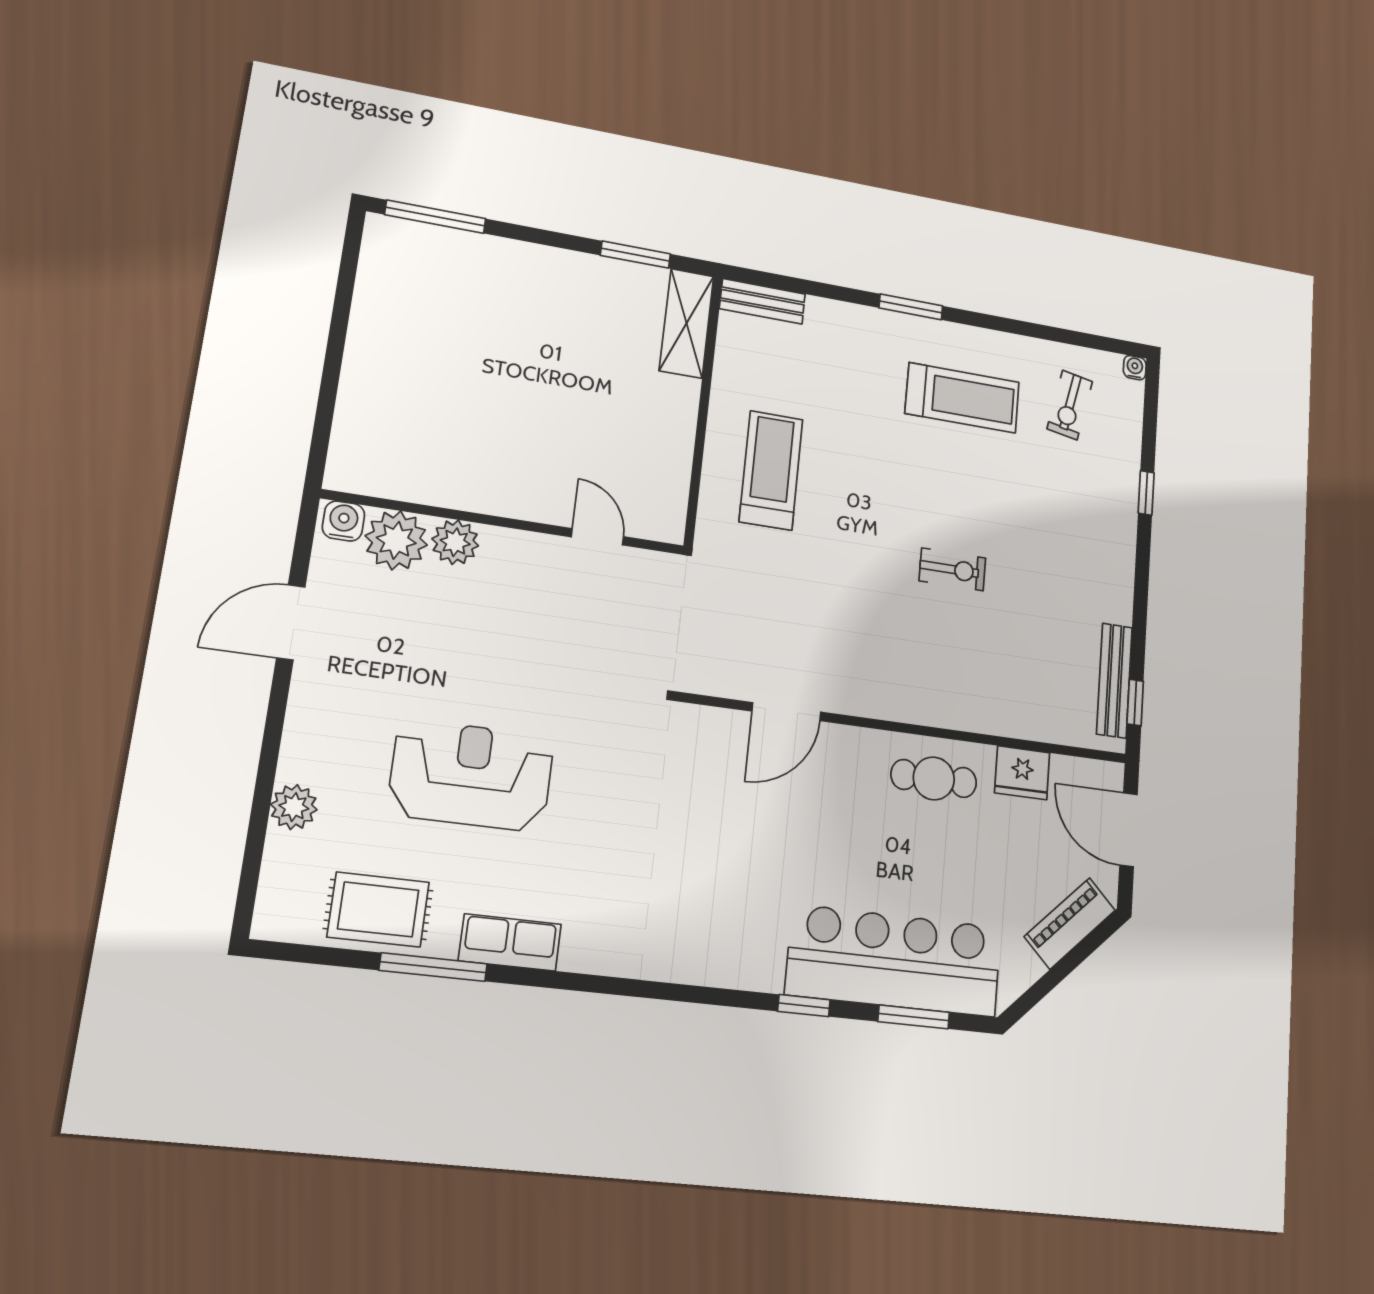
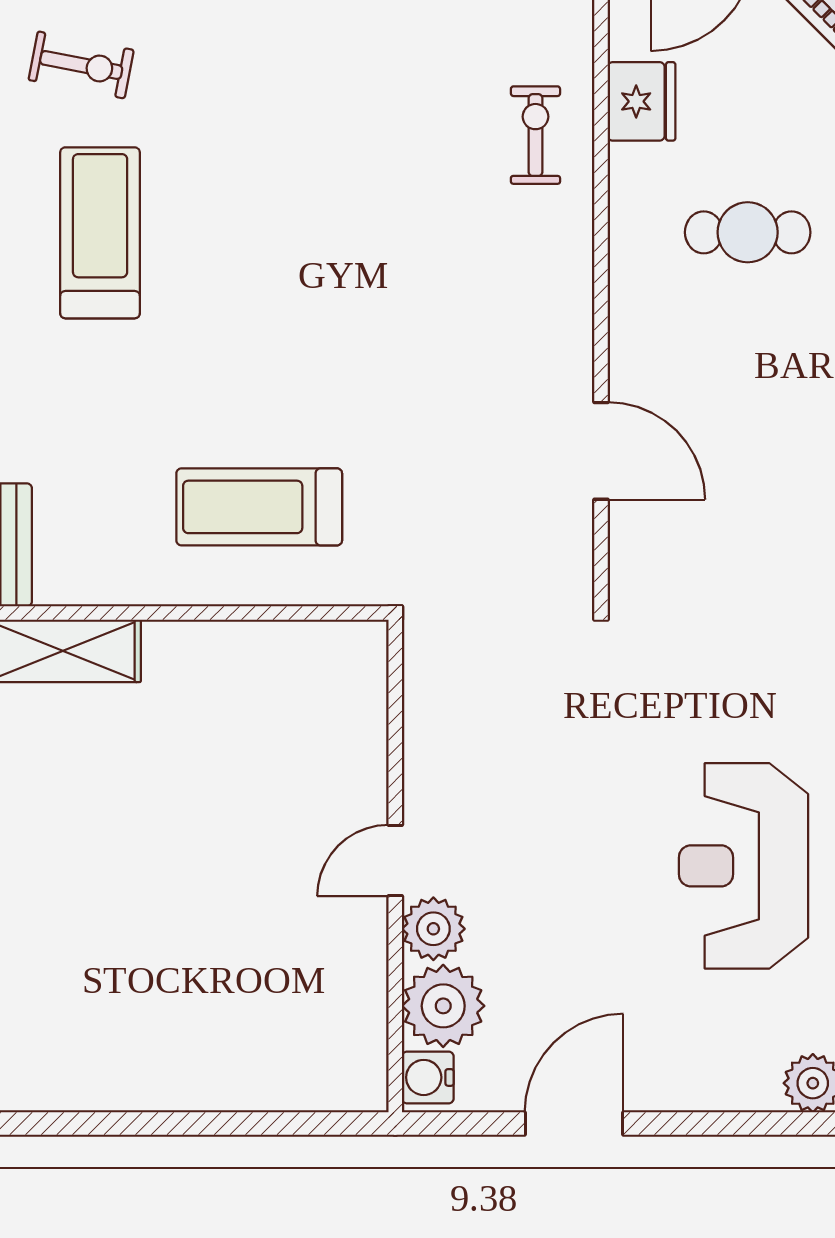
door: (597, 537) -> (395, 861), moved
exercise bike: (952, 569) -> (535, 135), moved
door: (291, 622) -> (574, 1124), swing flipped
cafe table: (934, 778) -> (748, 232), moved, turned 90

